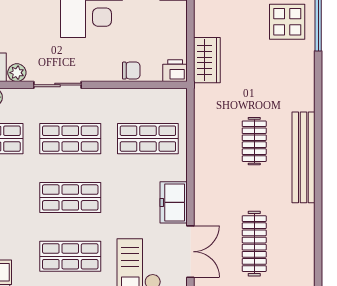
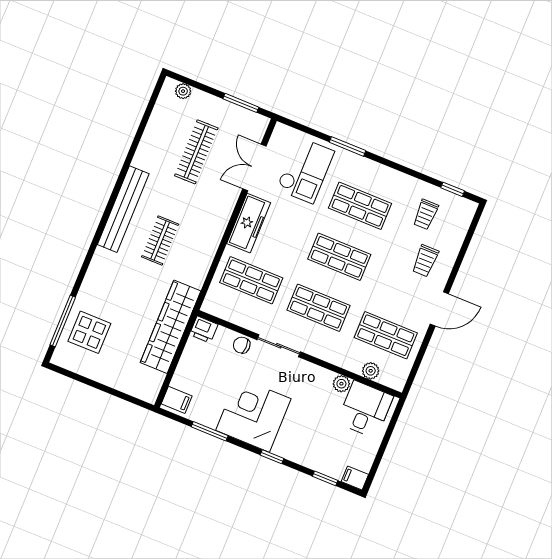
wardrobe: (207, 60) -> (171, 327), width x2.10, depth x1.17
sliding door: (57, 85) -> (279, 346), moved
freezer: (174, 202) -> (249, 223), width x1.40

